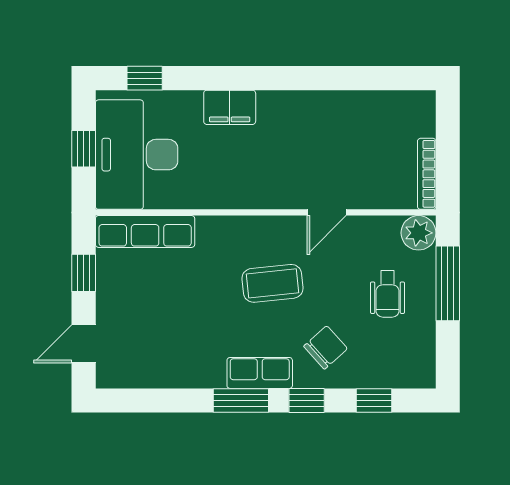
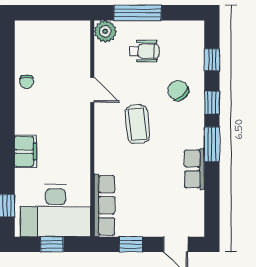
chair: (340, 109) -> (26, 82), added
bookcase: (427, 174) -> (68, 26), removed
row of seats: (260, 373) -> (194, 169), moved

